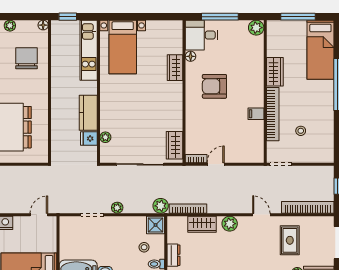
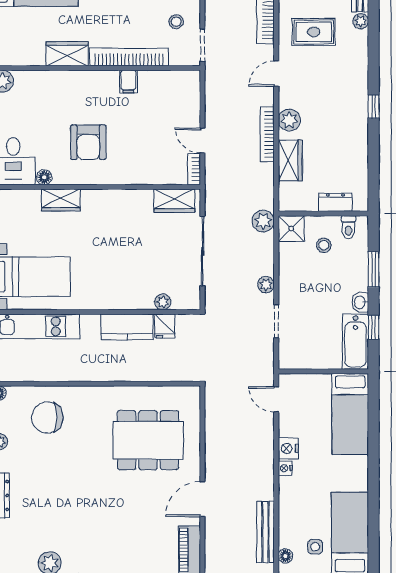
stool: (301, 131) -> (176, 22), moved
bookcase: (188, 209) -> (267, 134), moved

